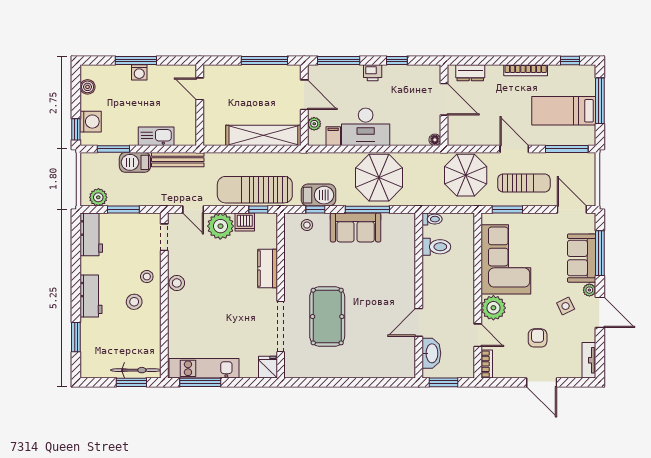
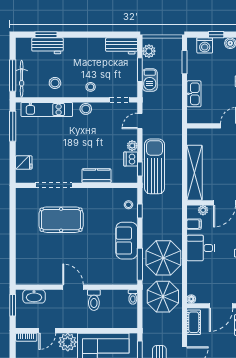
desk: (366, 127) -> (201, 248), width x0.73
window: (76, 129) -> (216, 35), moved
cot: (466, 136) -> (194, 322), added
bench: (178, 160) -> (177, 110), removed
barbecue: (135, 162) -> (150, 80), moved, turned 180
parasol: (466, 175) -> (163, 297), moved
barbecue: (318, 195) -> (151, 213), removed
window: (367, 210) -> (140, 264), moved
plant: (220, 226) -> (132, 146), width x0.53, depth x0.53
toilet: (436, 247) -> (94, 300), moved
workbench: (91, 296) -> (47, 46), moved
stool: (134, 302) -> (55, 83), moved
door: (419, 322) -> (73, 287), moved
fridge: (268, 367) -> (24, 162), moved
kitchen unit: (204, 368) -> (47, 109), moved, turned 90
window: (131, 382) -> (13, 75), width x1.44

